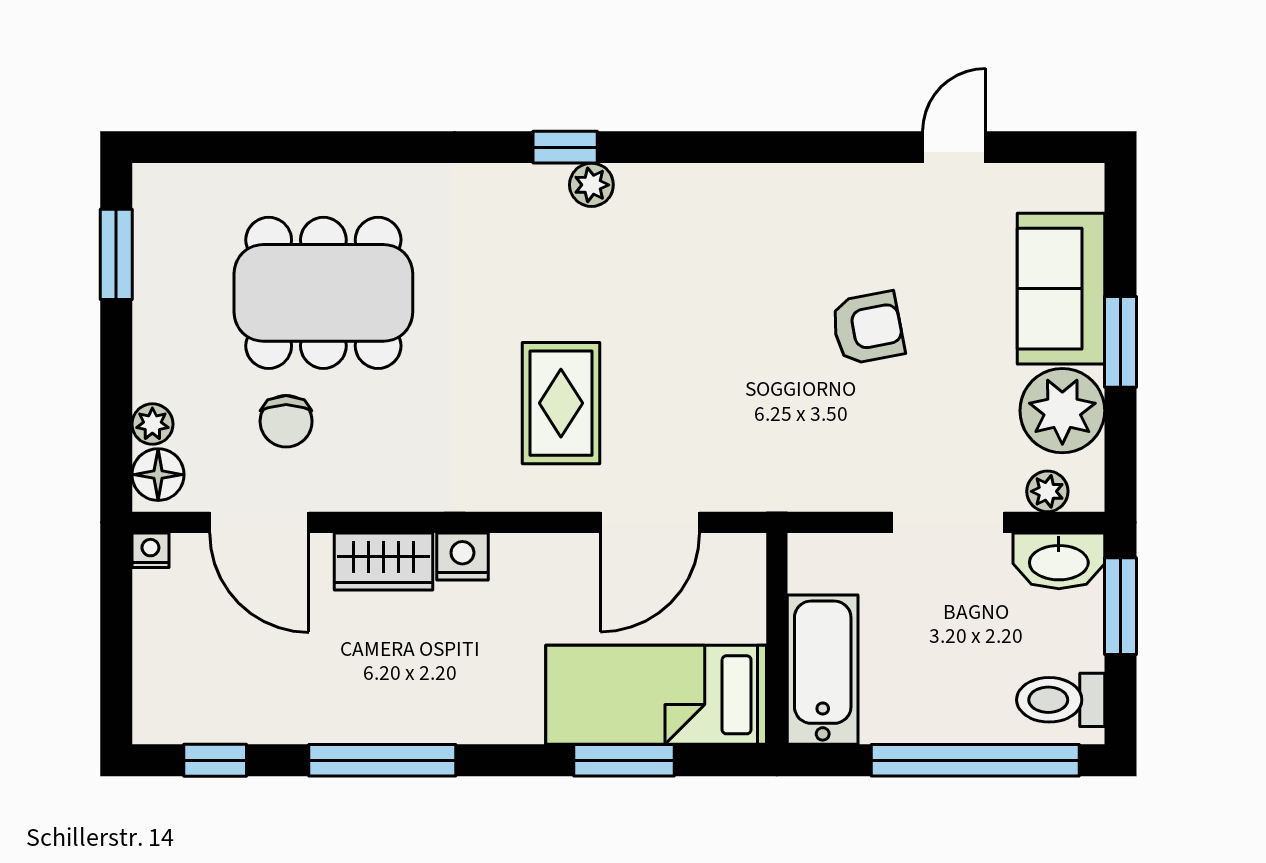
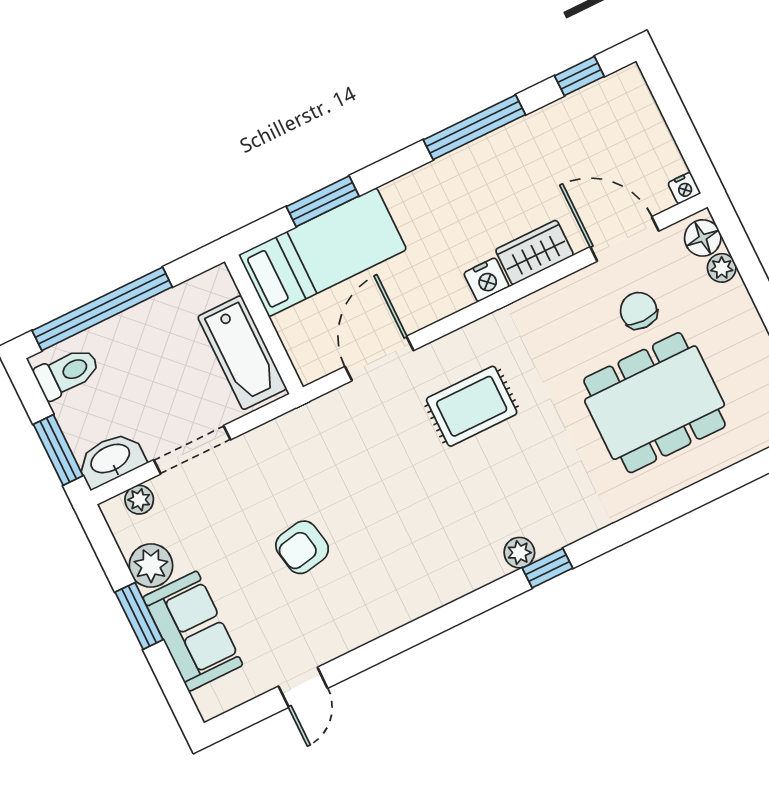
rug: (561, 403) -> (472, 406), turned 90
plant: (1062, 411) -> (151, 565), width x0.73, depth x0.73
bathtub: (823, 670) -> (242, 353), moved

